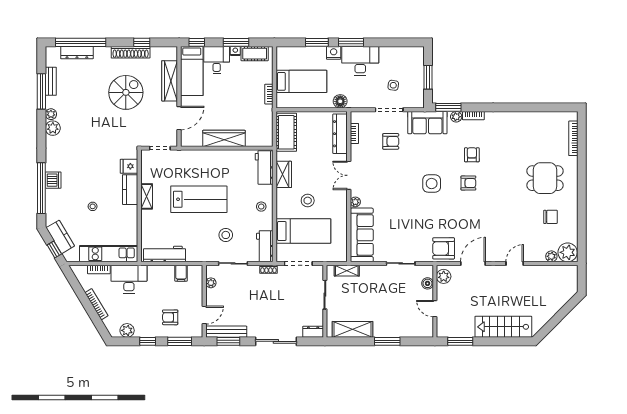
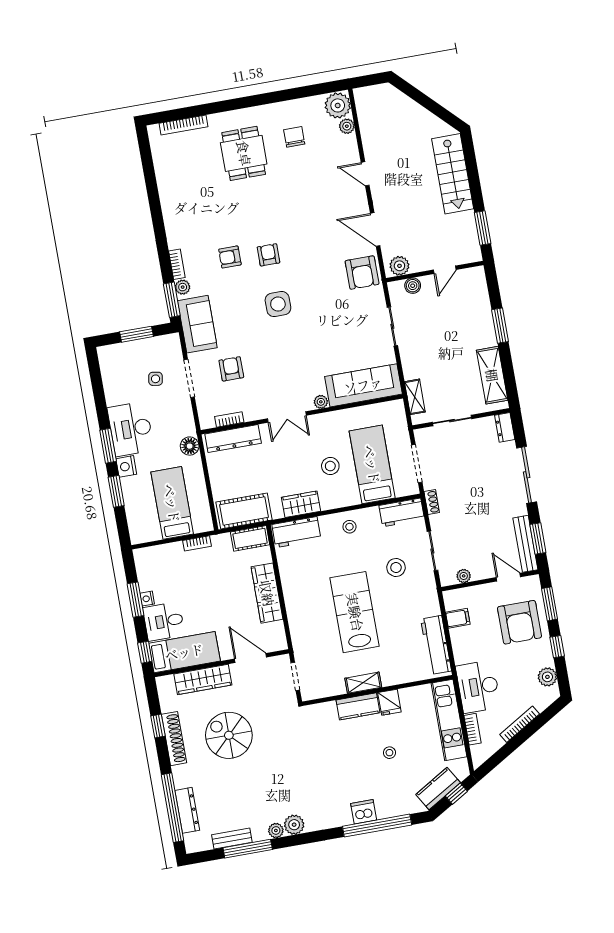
cot: (255, 54) -> (250, 538), moved, turned 90
fridge: (129, 166) -> (389, 702), moved
armchair: (170, 317) -> (519, 622), width x1.88, depth x1.88

